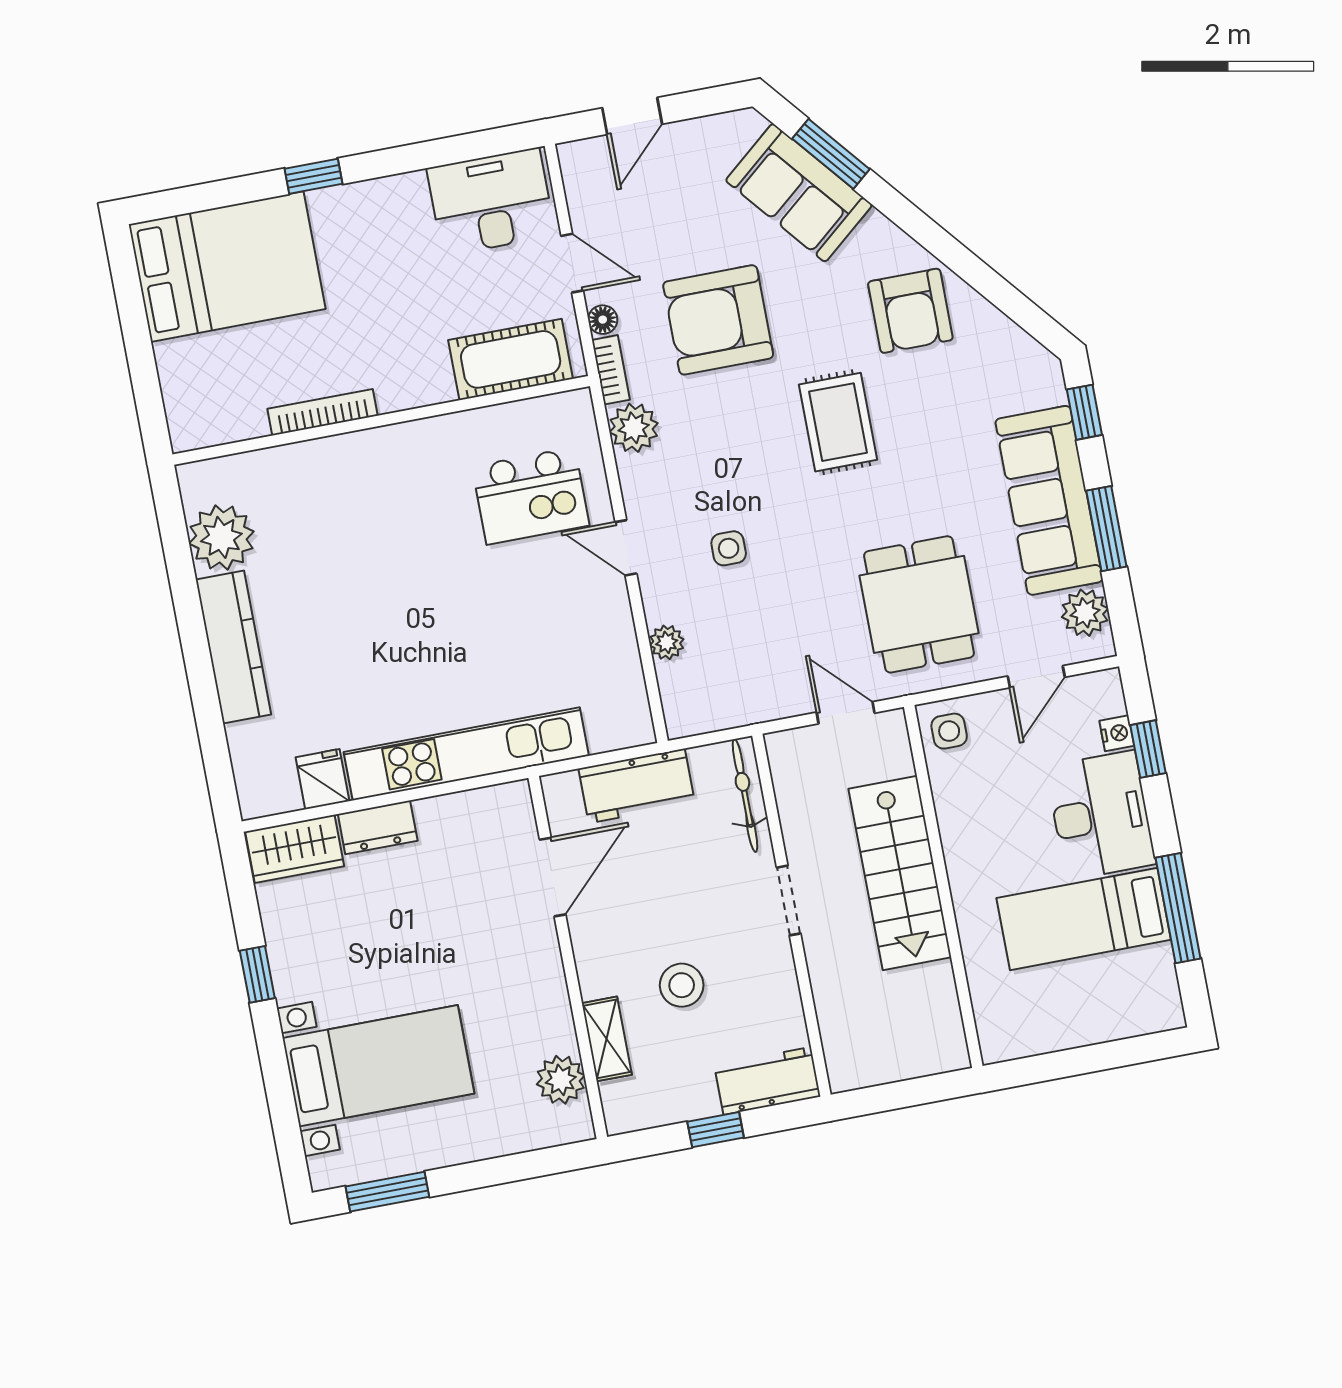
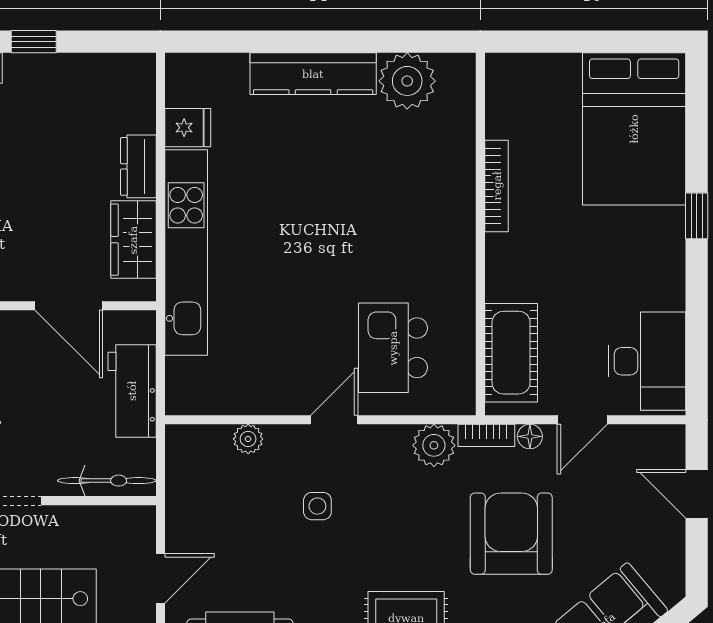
wardrobe: (295, 849) -> (133, 240), moved

